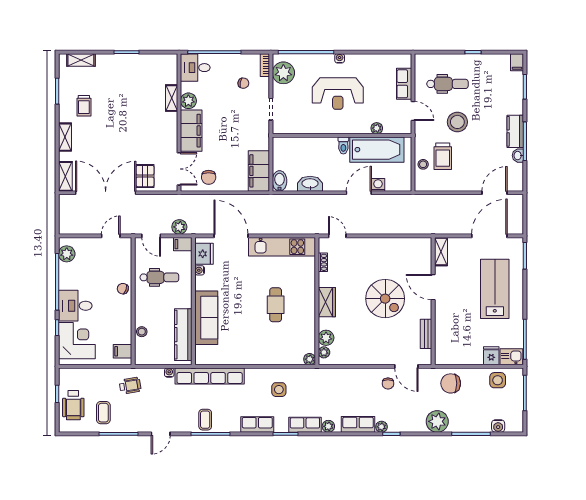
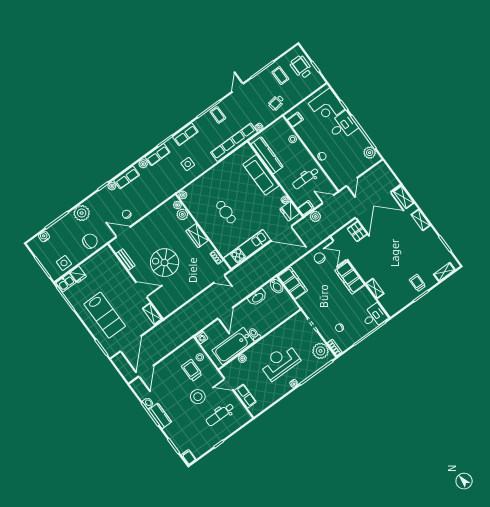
plant: (188, 101) -> (364, 294), removed
trolley: (84, 106) -> (417, 283), moved
washing machine: (378, 185) -> (202, 338), moved

